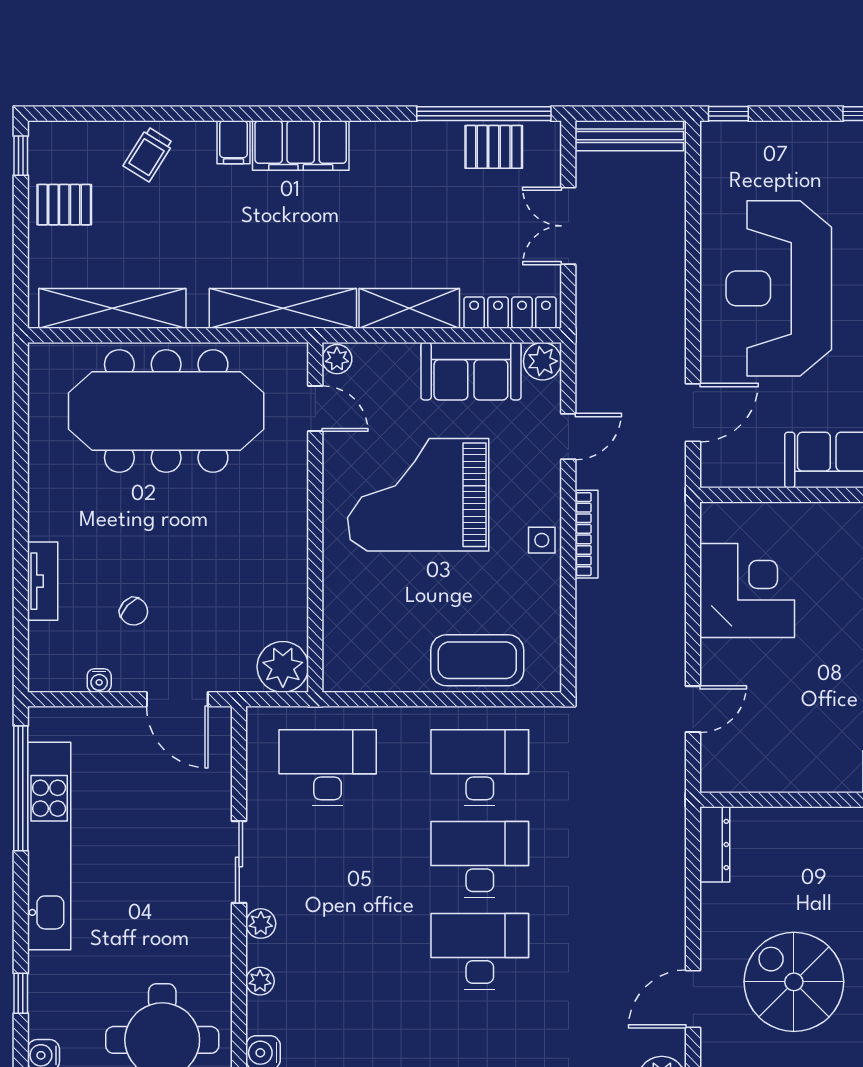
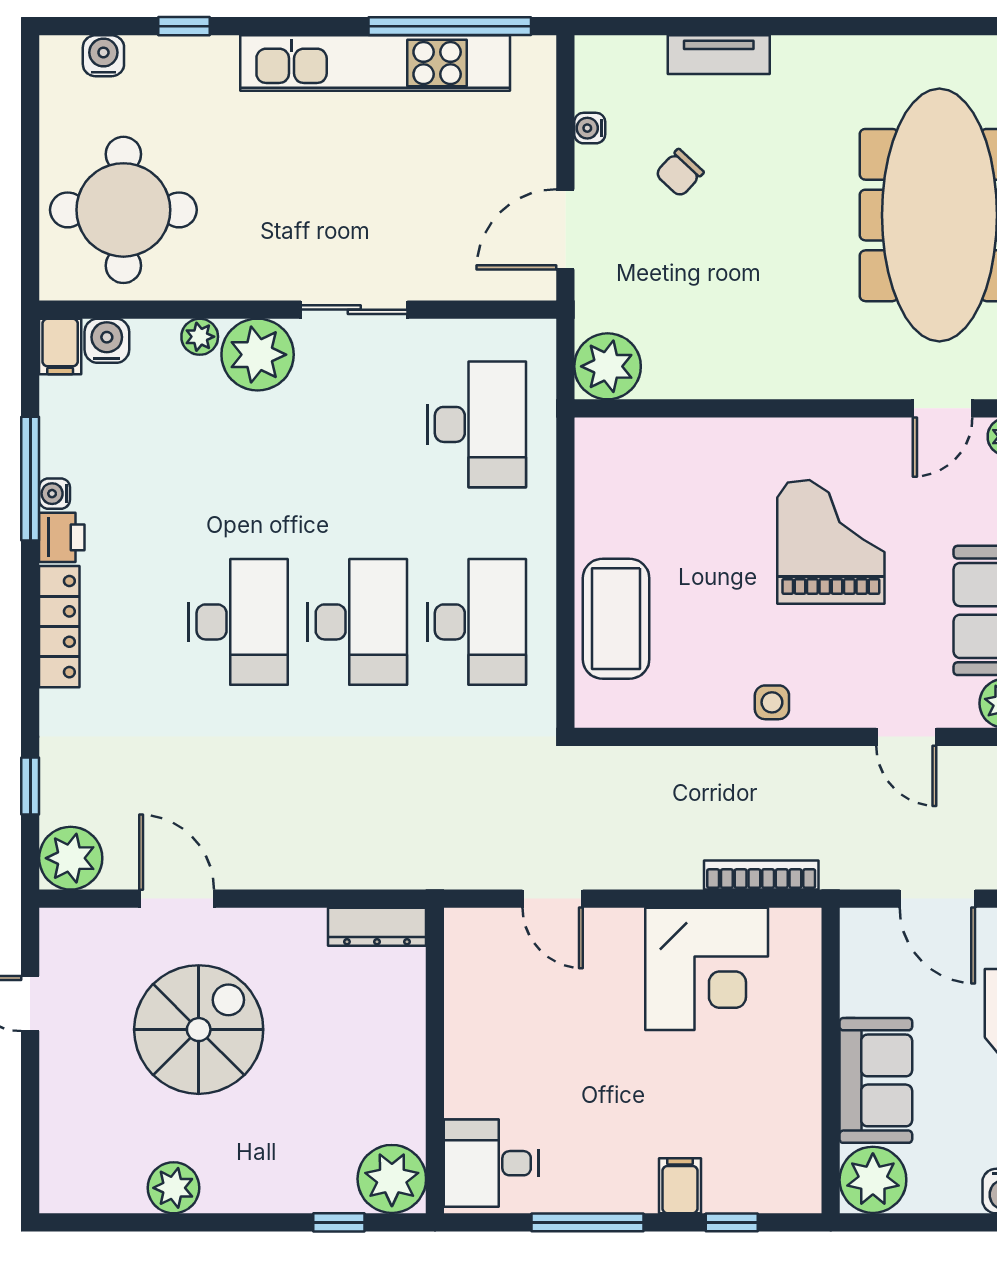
grand piano: (418, 495) -> (831, 542), width x0.73, depth x0.68
bookcase: (586, 534) -> (761, 875), moved, turned 180
plant: (261, 924) -> (258, 355), width x1.87, depth x1.87

